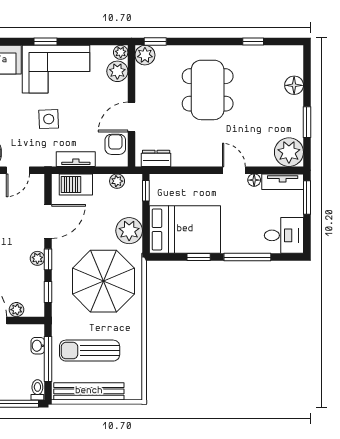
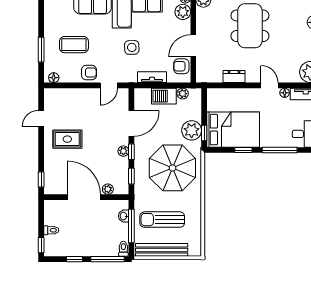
armchair: (115, 144) -> (181, 66), turned -90
dresser: (156, 158) -> (234, 77), moved
barbecue: (76, 185) -> (164, 96), moved
window: (146, 191) -> (204, 133), moved

